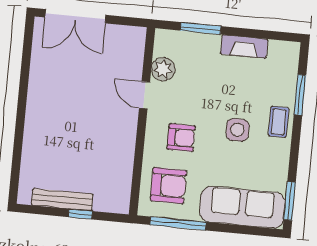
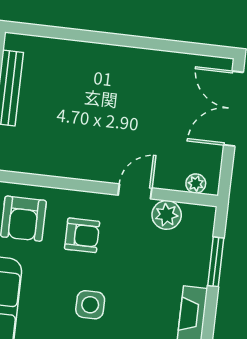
plant: (137, 46) -> (196, 184), added
armchair: (181, 138) -> (82, 235), turned -90

